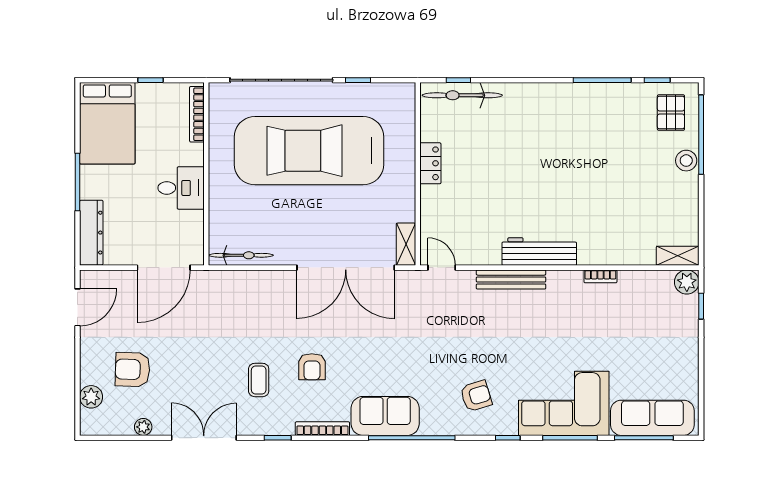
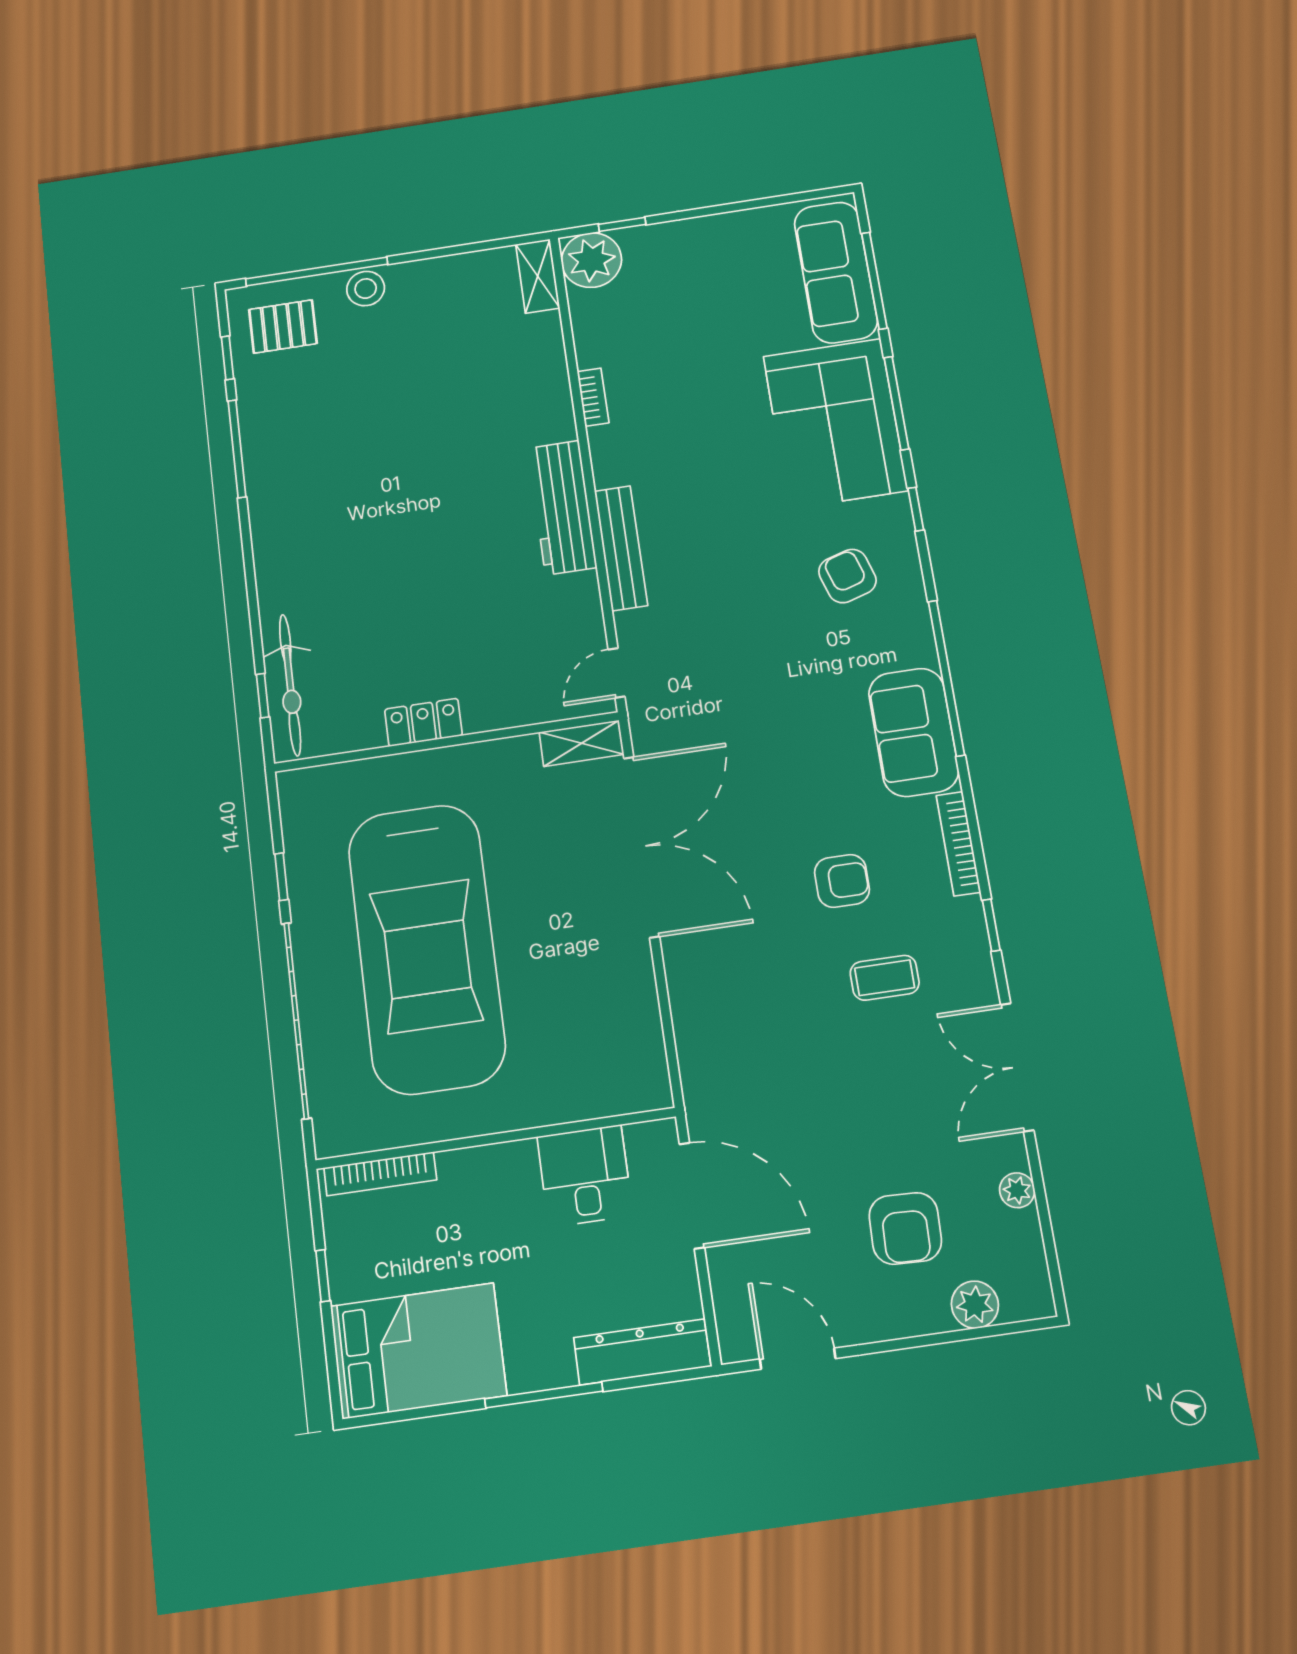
desk: (181, 188) -> (585, 1176), moved
bicycle: (241, 255) -> (646, 1047), removed
plant: (687, 282) -> (591, 260), width x1.36, depth x1.36

